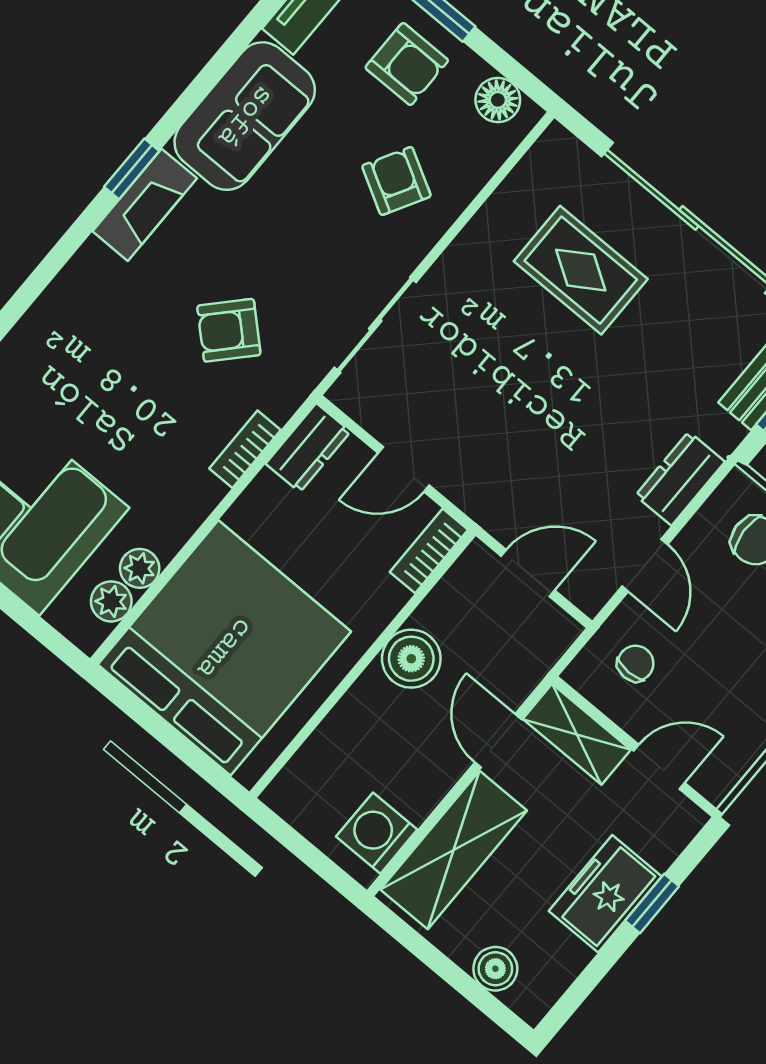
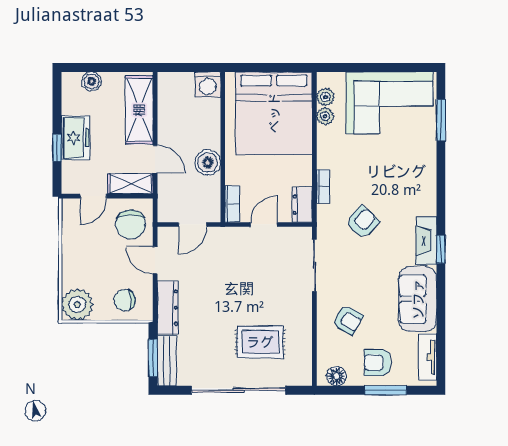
dresser: (680, 479) -> (168, 308), width x1.44
chair: (636, 663) -> (130, 224), width x1.87, depth x1.87
washing machine: (377, 833) -> (208, 85), moved, turned 90

